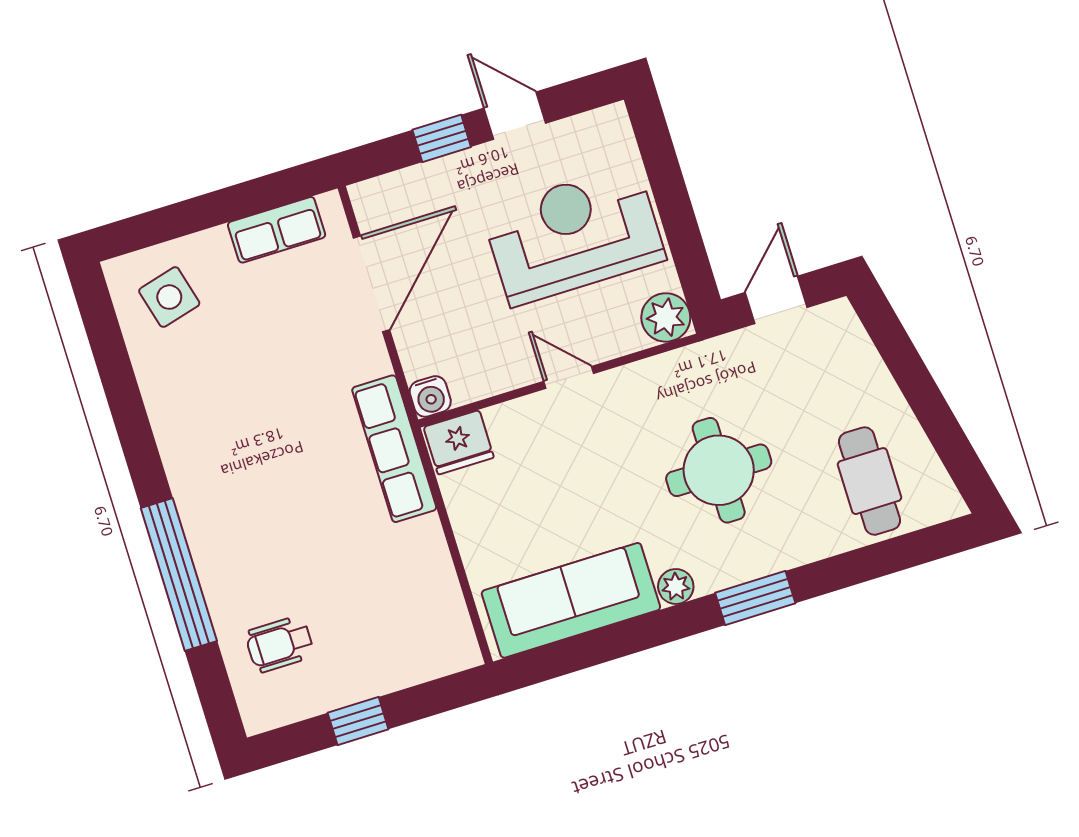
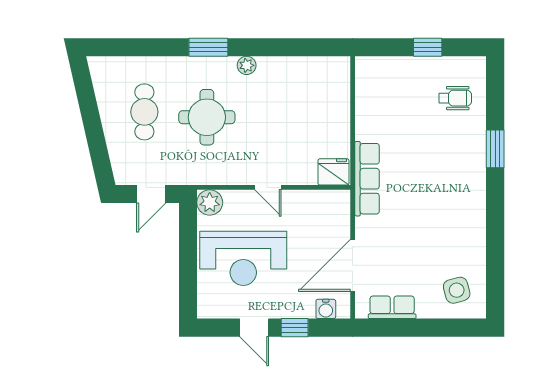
water cooler: (430, 396) -> (326, 309), moved, turned 180
cafe table: (869, 481) -> (144, 112), moved
window: (179, 575) -> (495, 149), width x0.47
sofa: (571, 600) -> (302, 75), removed

